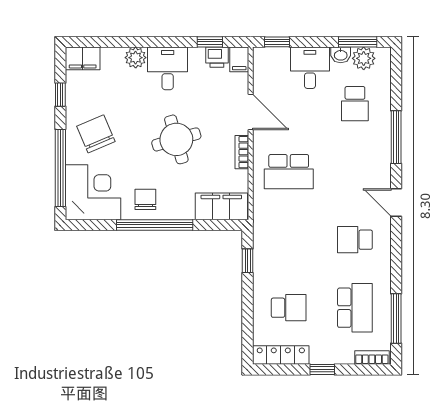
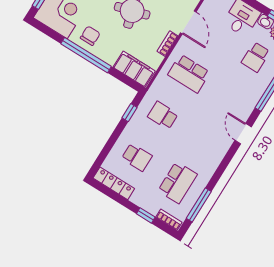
school desk: (355, 240) -> (163, 115), moved
window: (322, 369) -> (146, 215), moved

